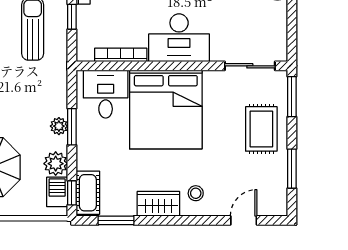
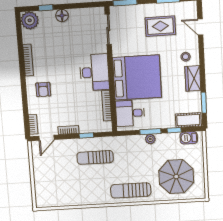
rug: (261, 129) -> (160, 26), moved
plant: (56, 164) -> (172, 140), removed
window: (72, 193) -> (174, 130), moved

